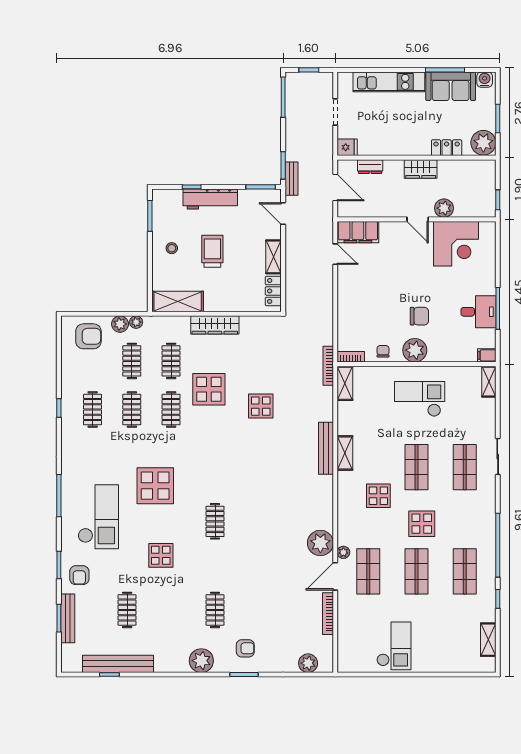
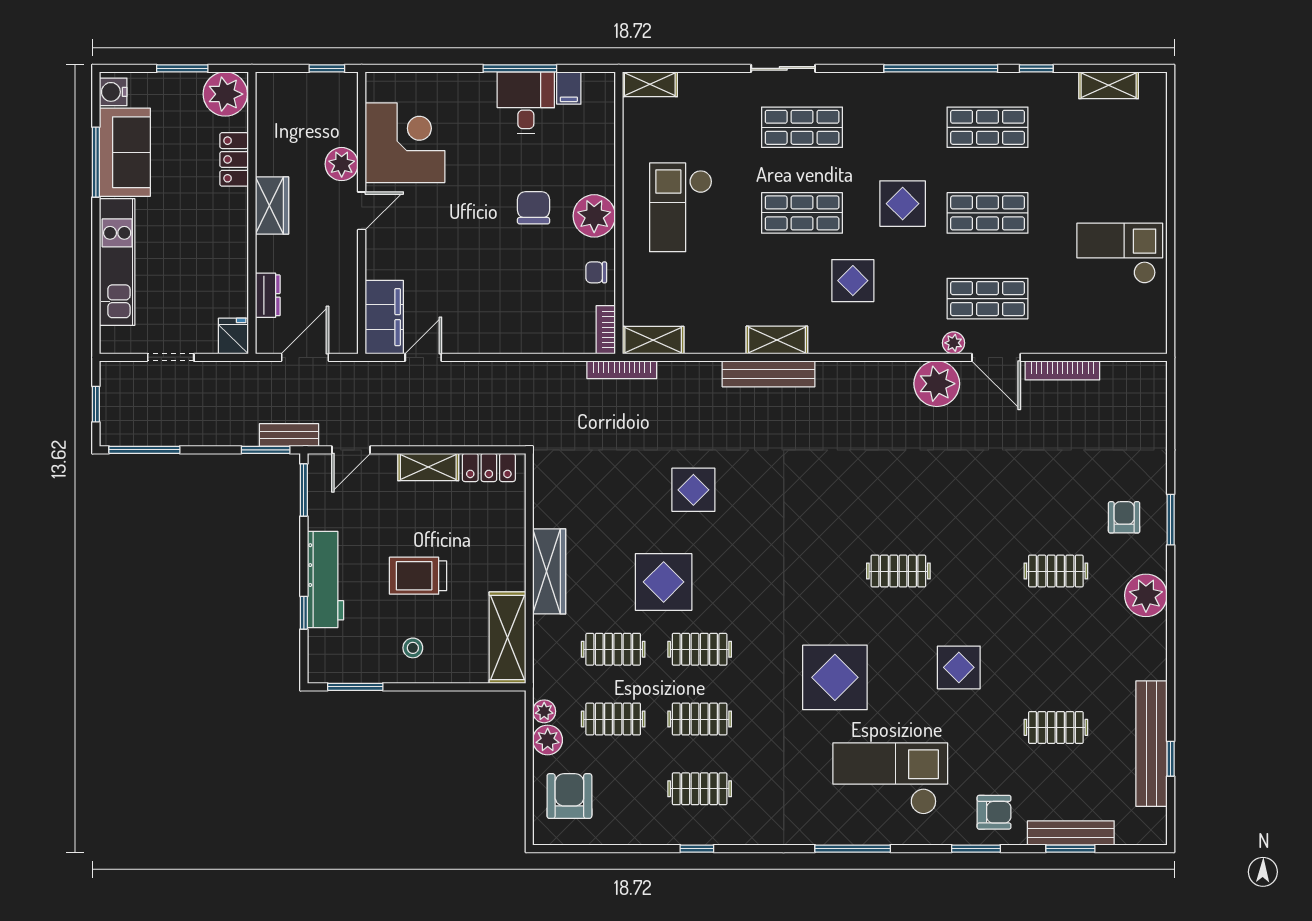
filing cabinet: (487, 355) -> (569, 88), moved
plant: (308, 663) -> (1150, 406), removed

